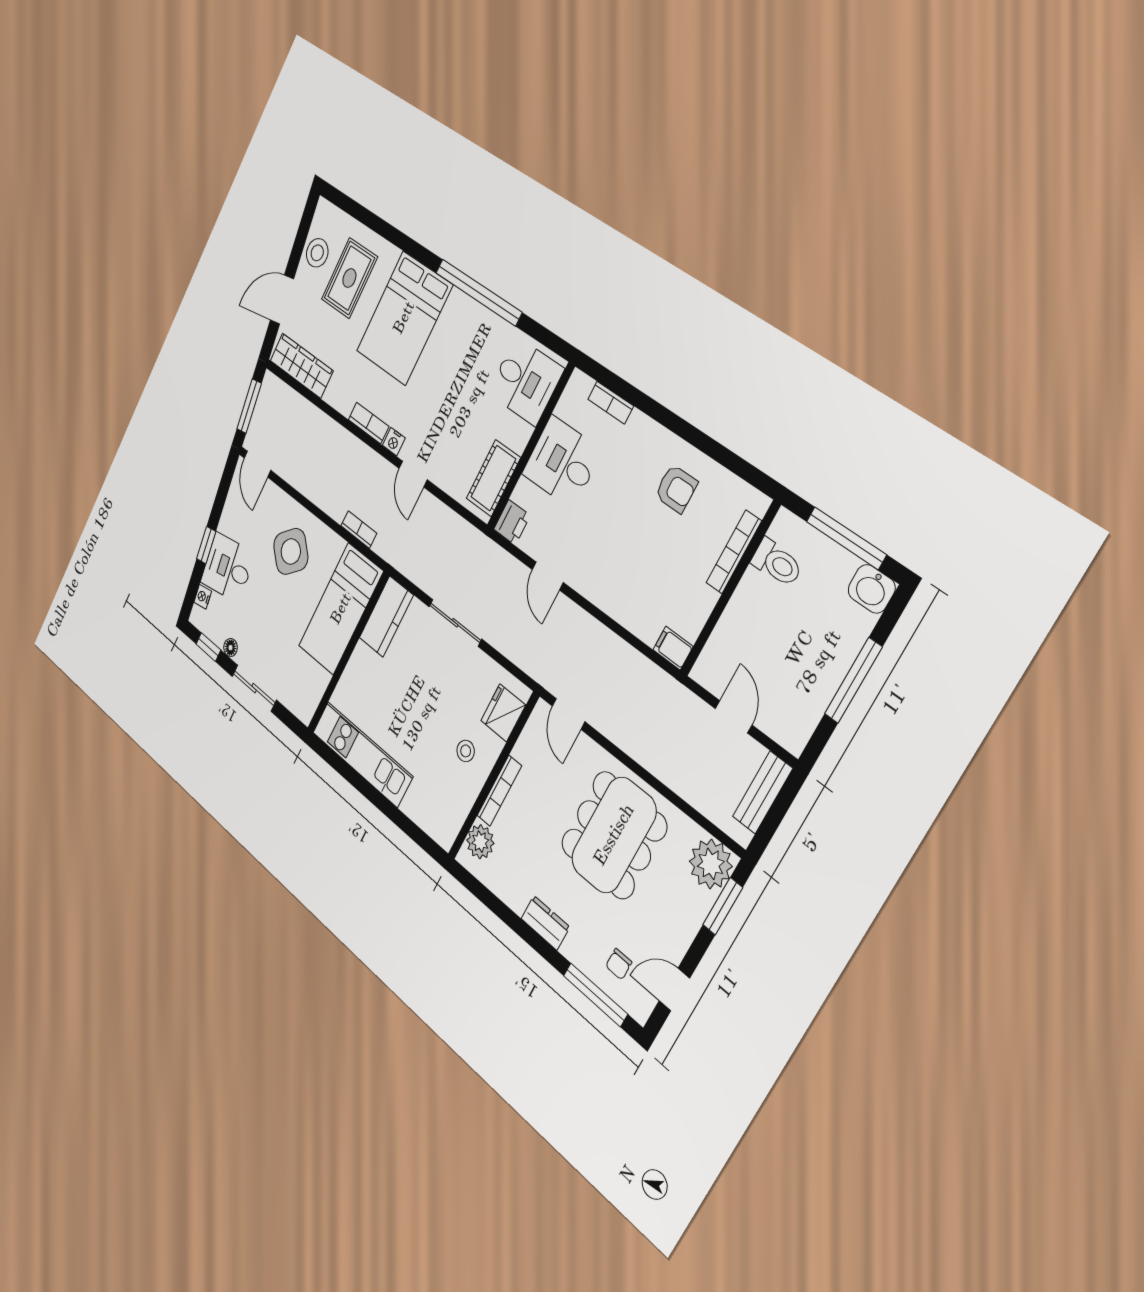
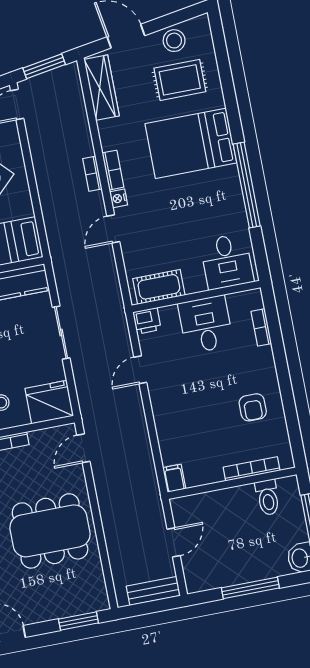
bookcase: (359, 530) -> (92, 174), moved, turned 180
fridge: (503, 713) -> (49, 402), width x1.36, depth x1.34
plant: (711, 864) -> (92, 596), removed

